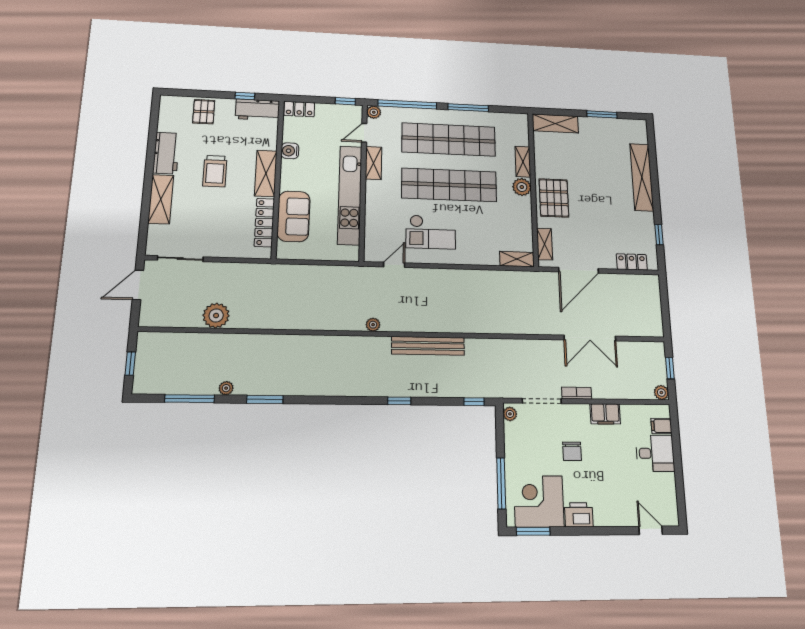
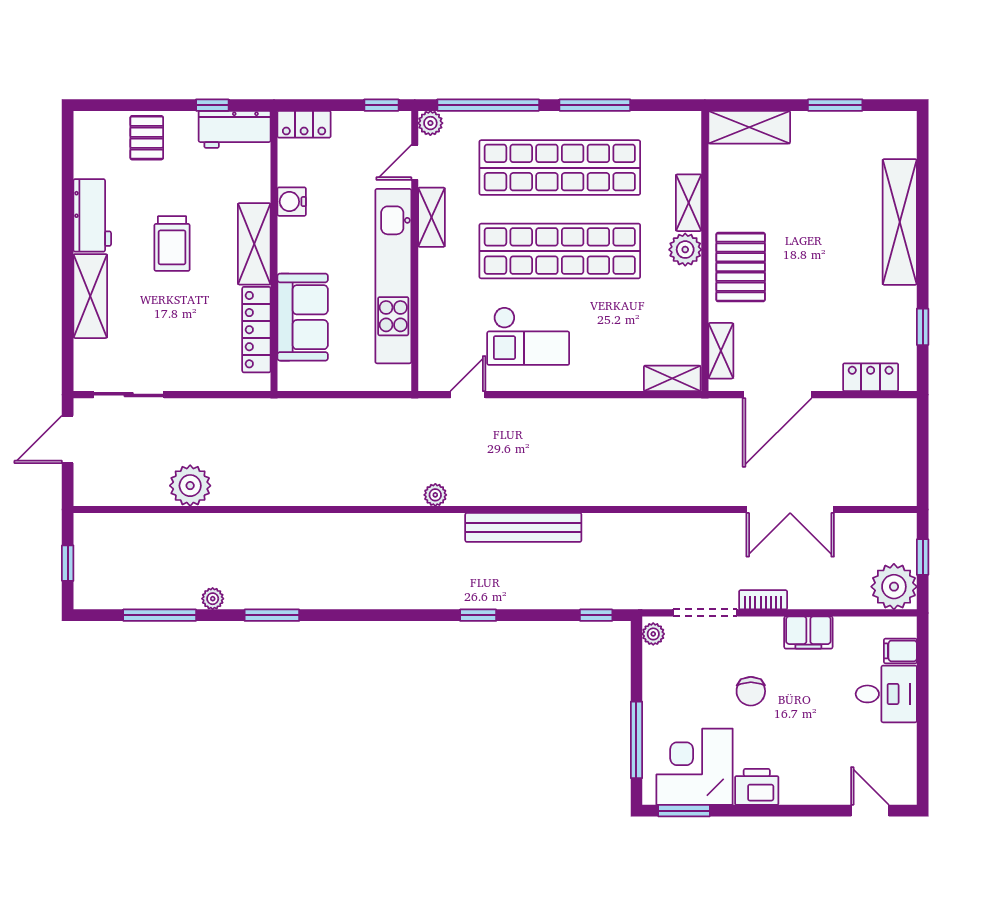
plant: (661, 393) -> (894, 587), width x1.87, depth x1.87

